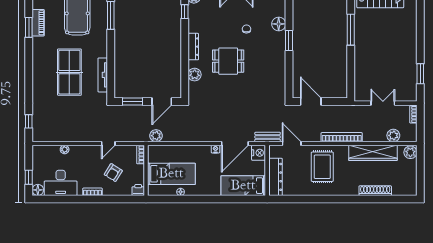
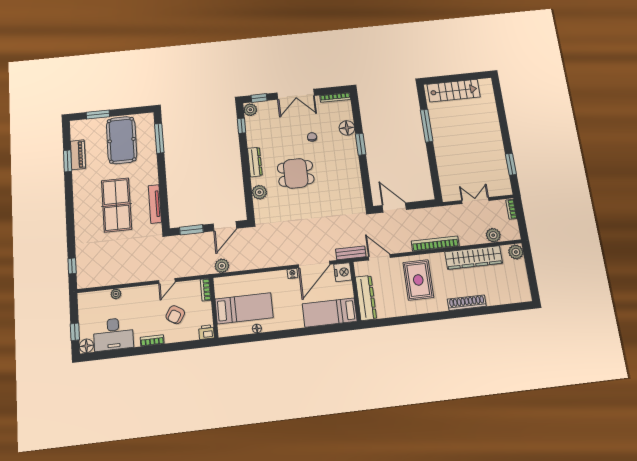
shoe rack: (375, 191) -> (467, 303), moved

